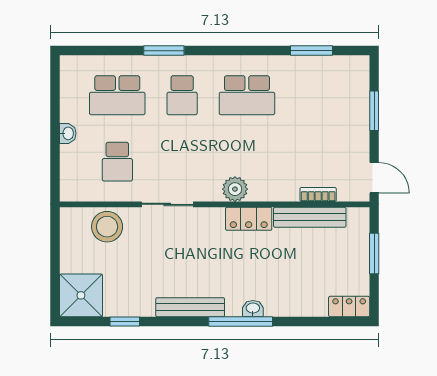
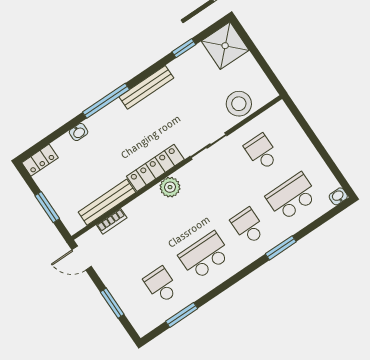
school desk: (312, 95) -> (161, 285), added
washbasin: (68, 133) -> (338, 196), moved, turned 90
locker: (249, 219) -> (155, 168), width x1.53
washbasin: (253, 309) -> (79, 132), moved

